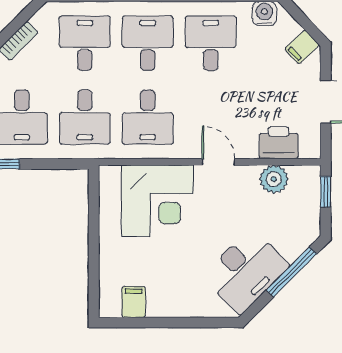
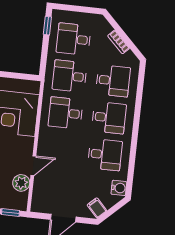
printer: (279, 143) -> (42, 188), removed
door: (218, 162) -> (33, 166), moved

